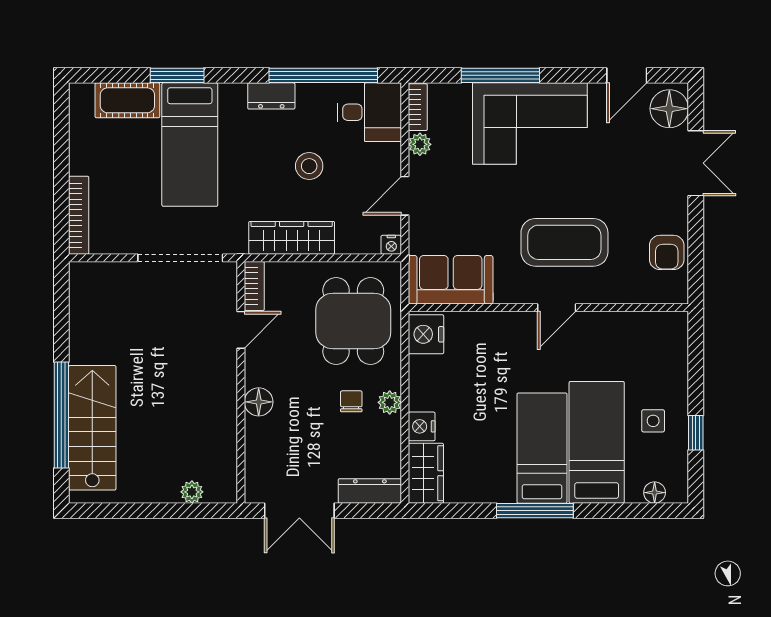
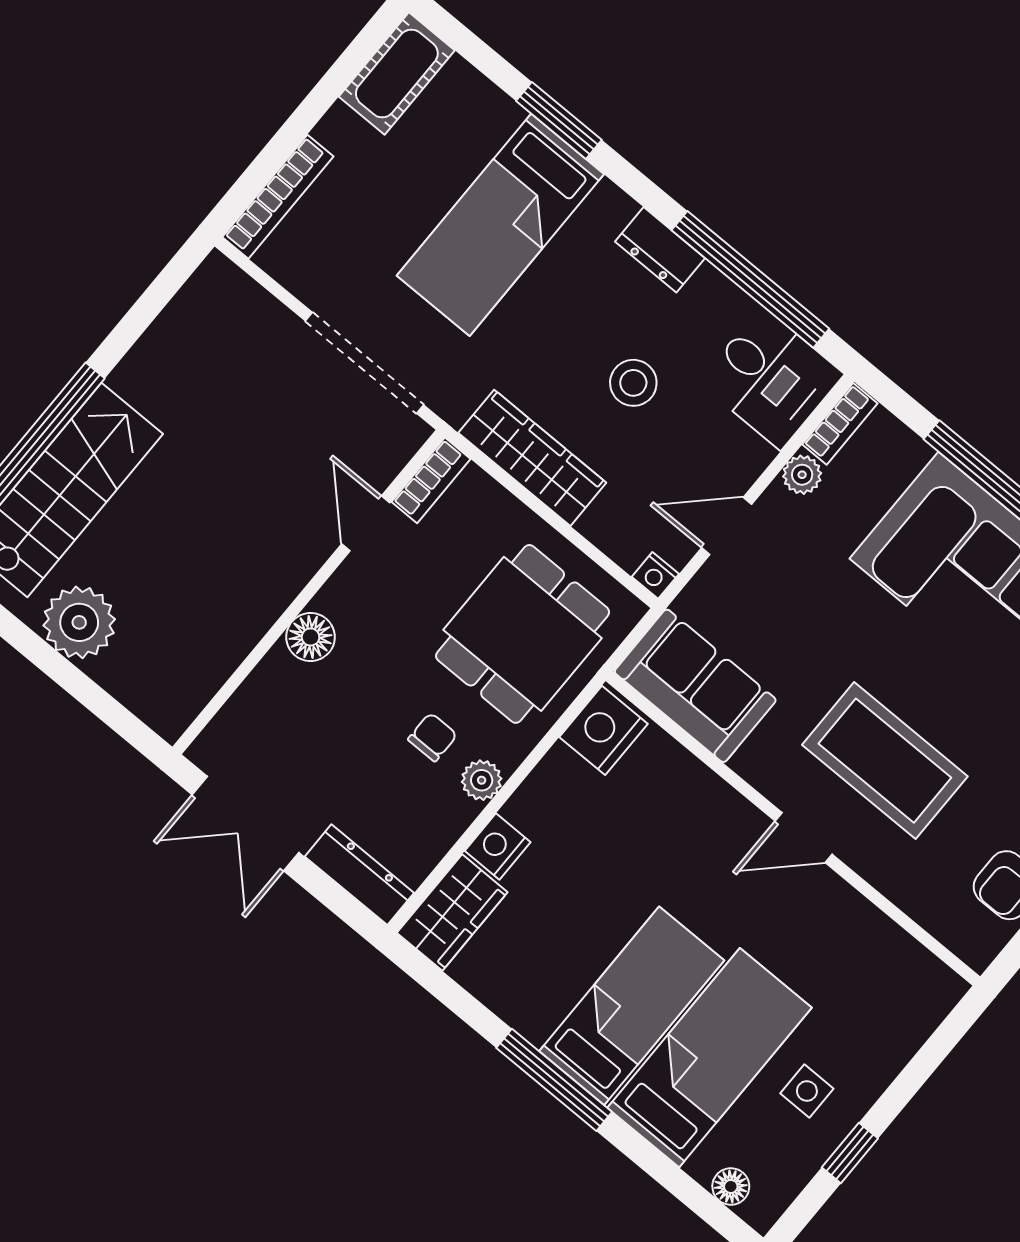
cot: (127, 100) -> (397, 73), moved, turned 90
door: (241, 330) -> (366, 523), swing flipped
plant: (192, 492) -> (79, 622), moved, width x1.88, depth x1.88

